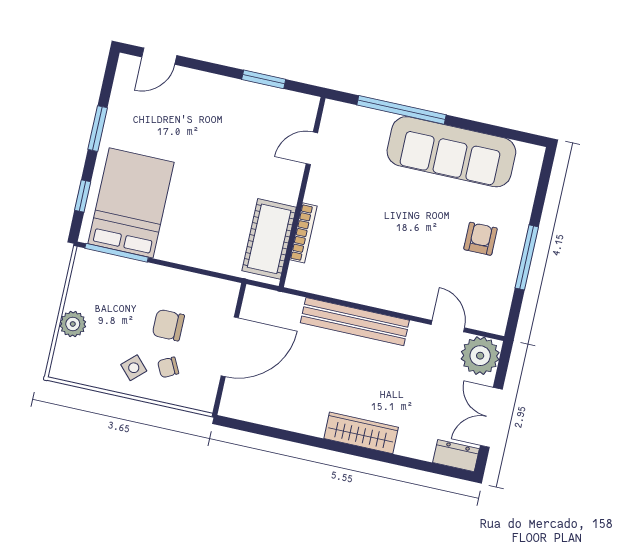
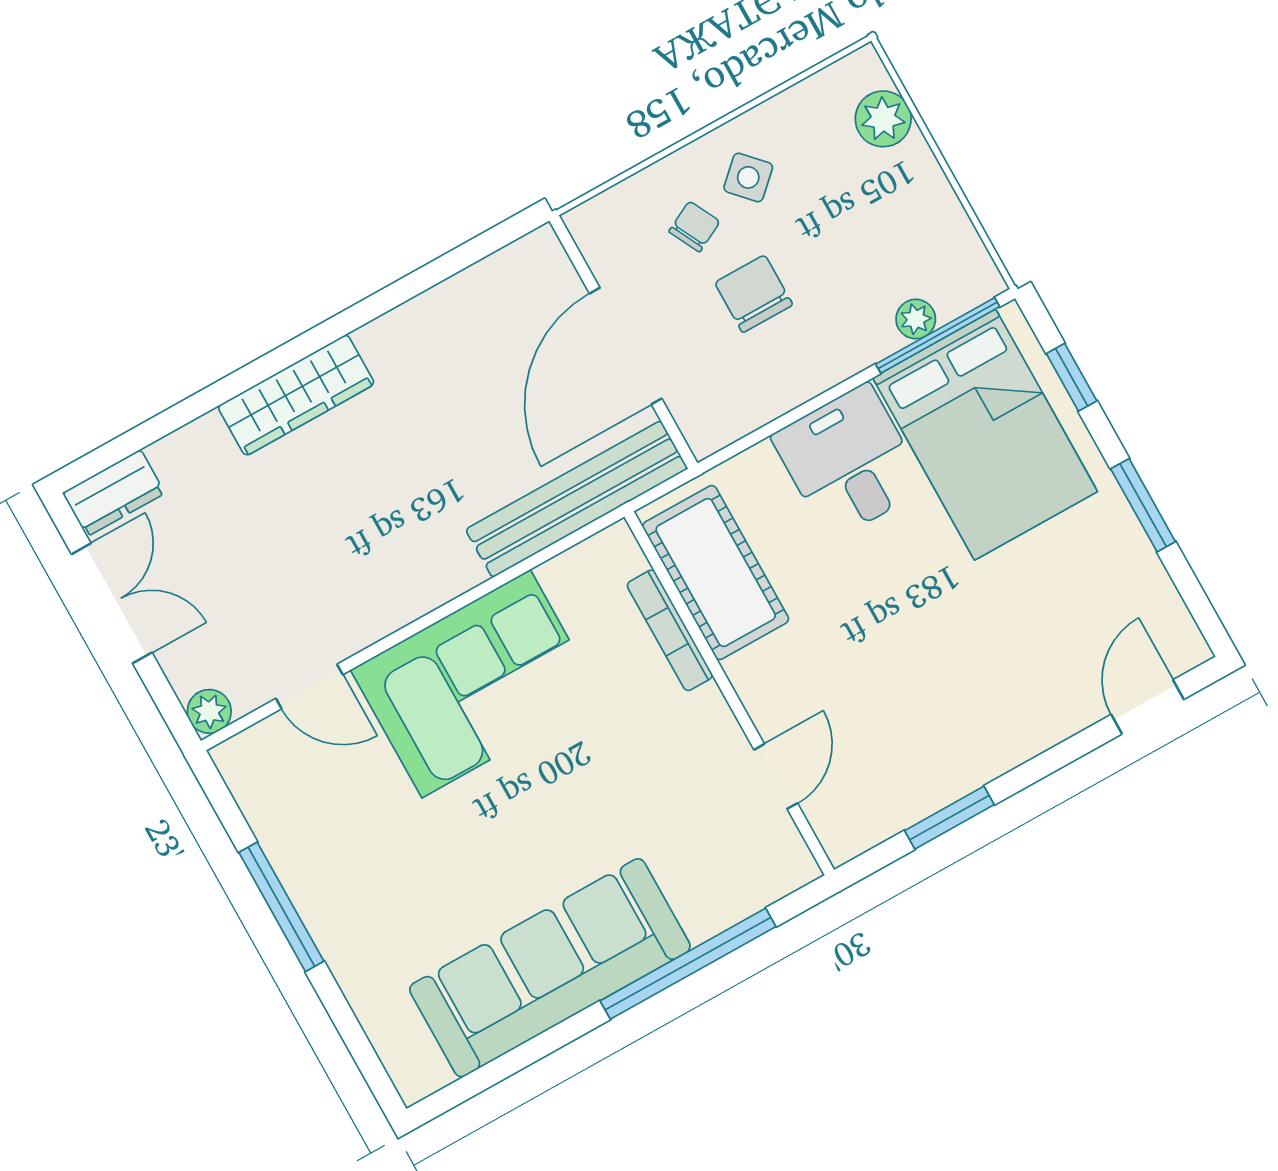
desk: (188, 236) -> (849, 462), added
armchair: (480, 239) -> (381, 871), removed
plant: (119, 265) -> (916, 319), added
corner sofa: (388, 275) -> (476, 684), added
bench: (355, 322) -> (577, 499), moved
plant: (73, 324) -> (883, 119), moved
chair: (168, 325) -> (754, 294), turned -90
plant: (480, 356) -> (209, 711), width x0.53, depth x0.53

